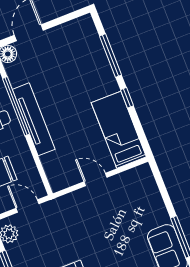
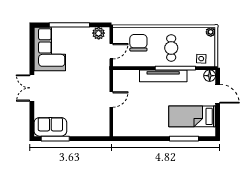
window: (127, 98) -> (154, 139), removed
bed: (119, 130) -> (192, 116), moved, turned 180

